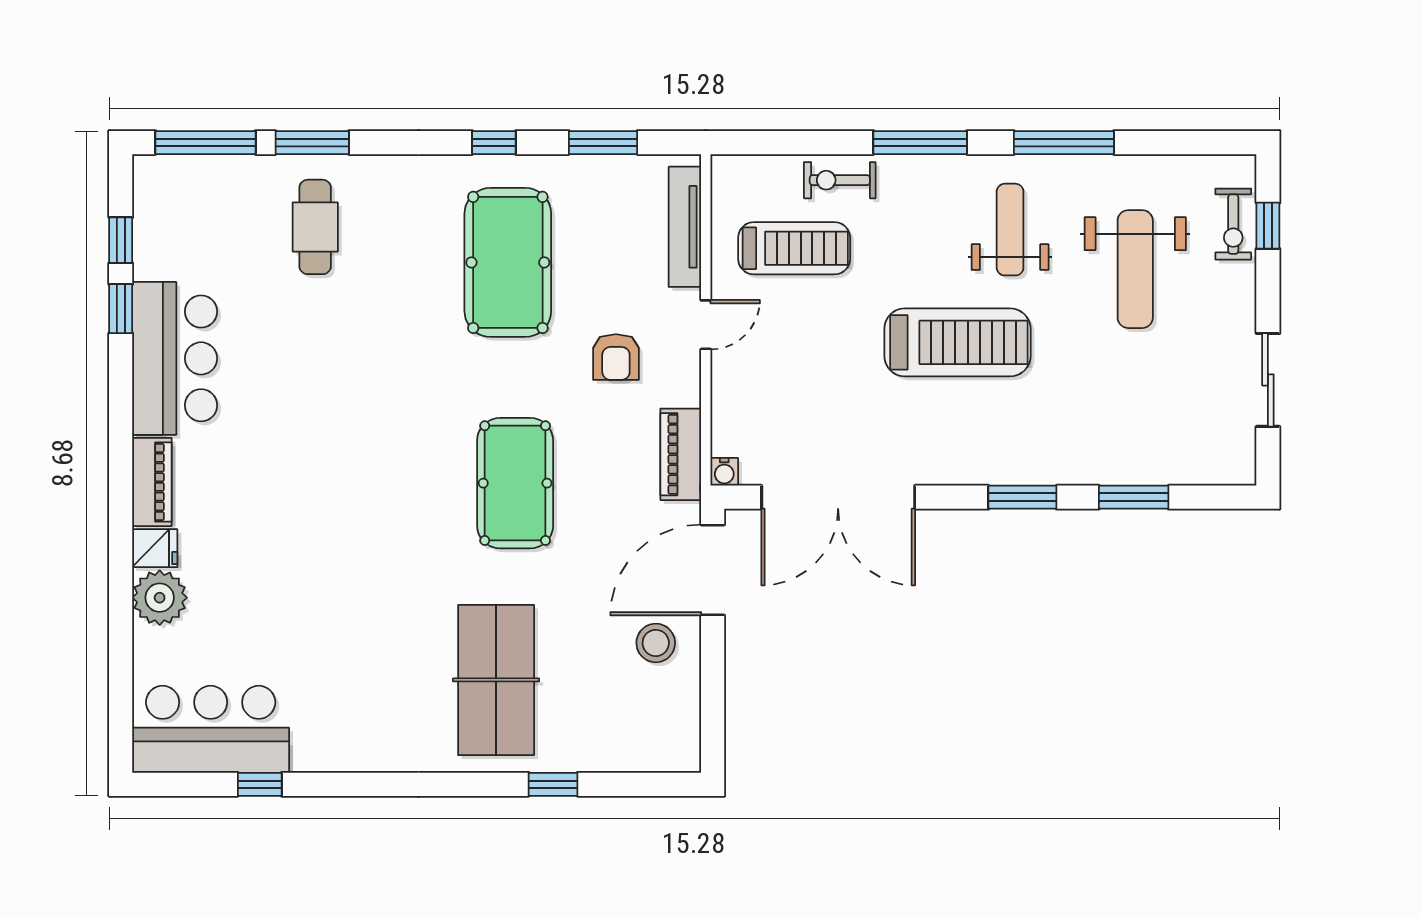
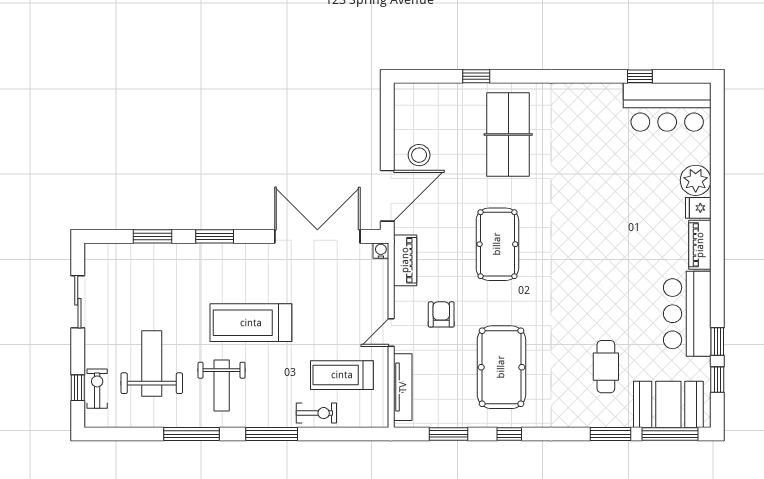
booth: (209, 196) -> (668, 404), added
cafe table: (315, 227) -> (606, 367), moved

